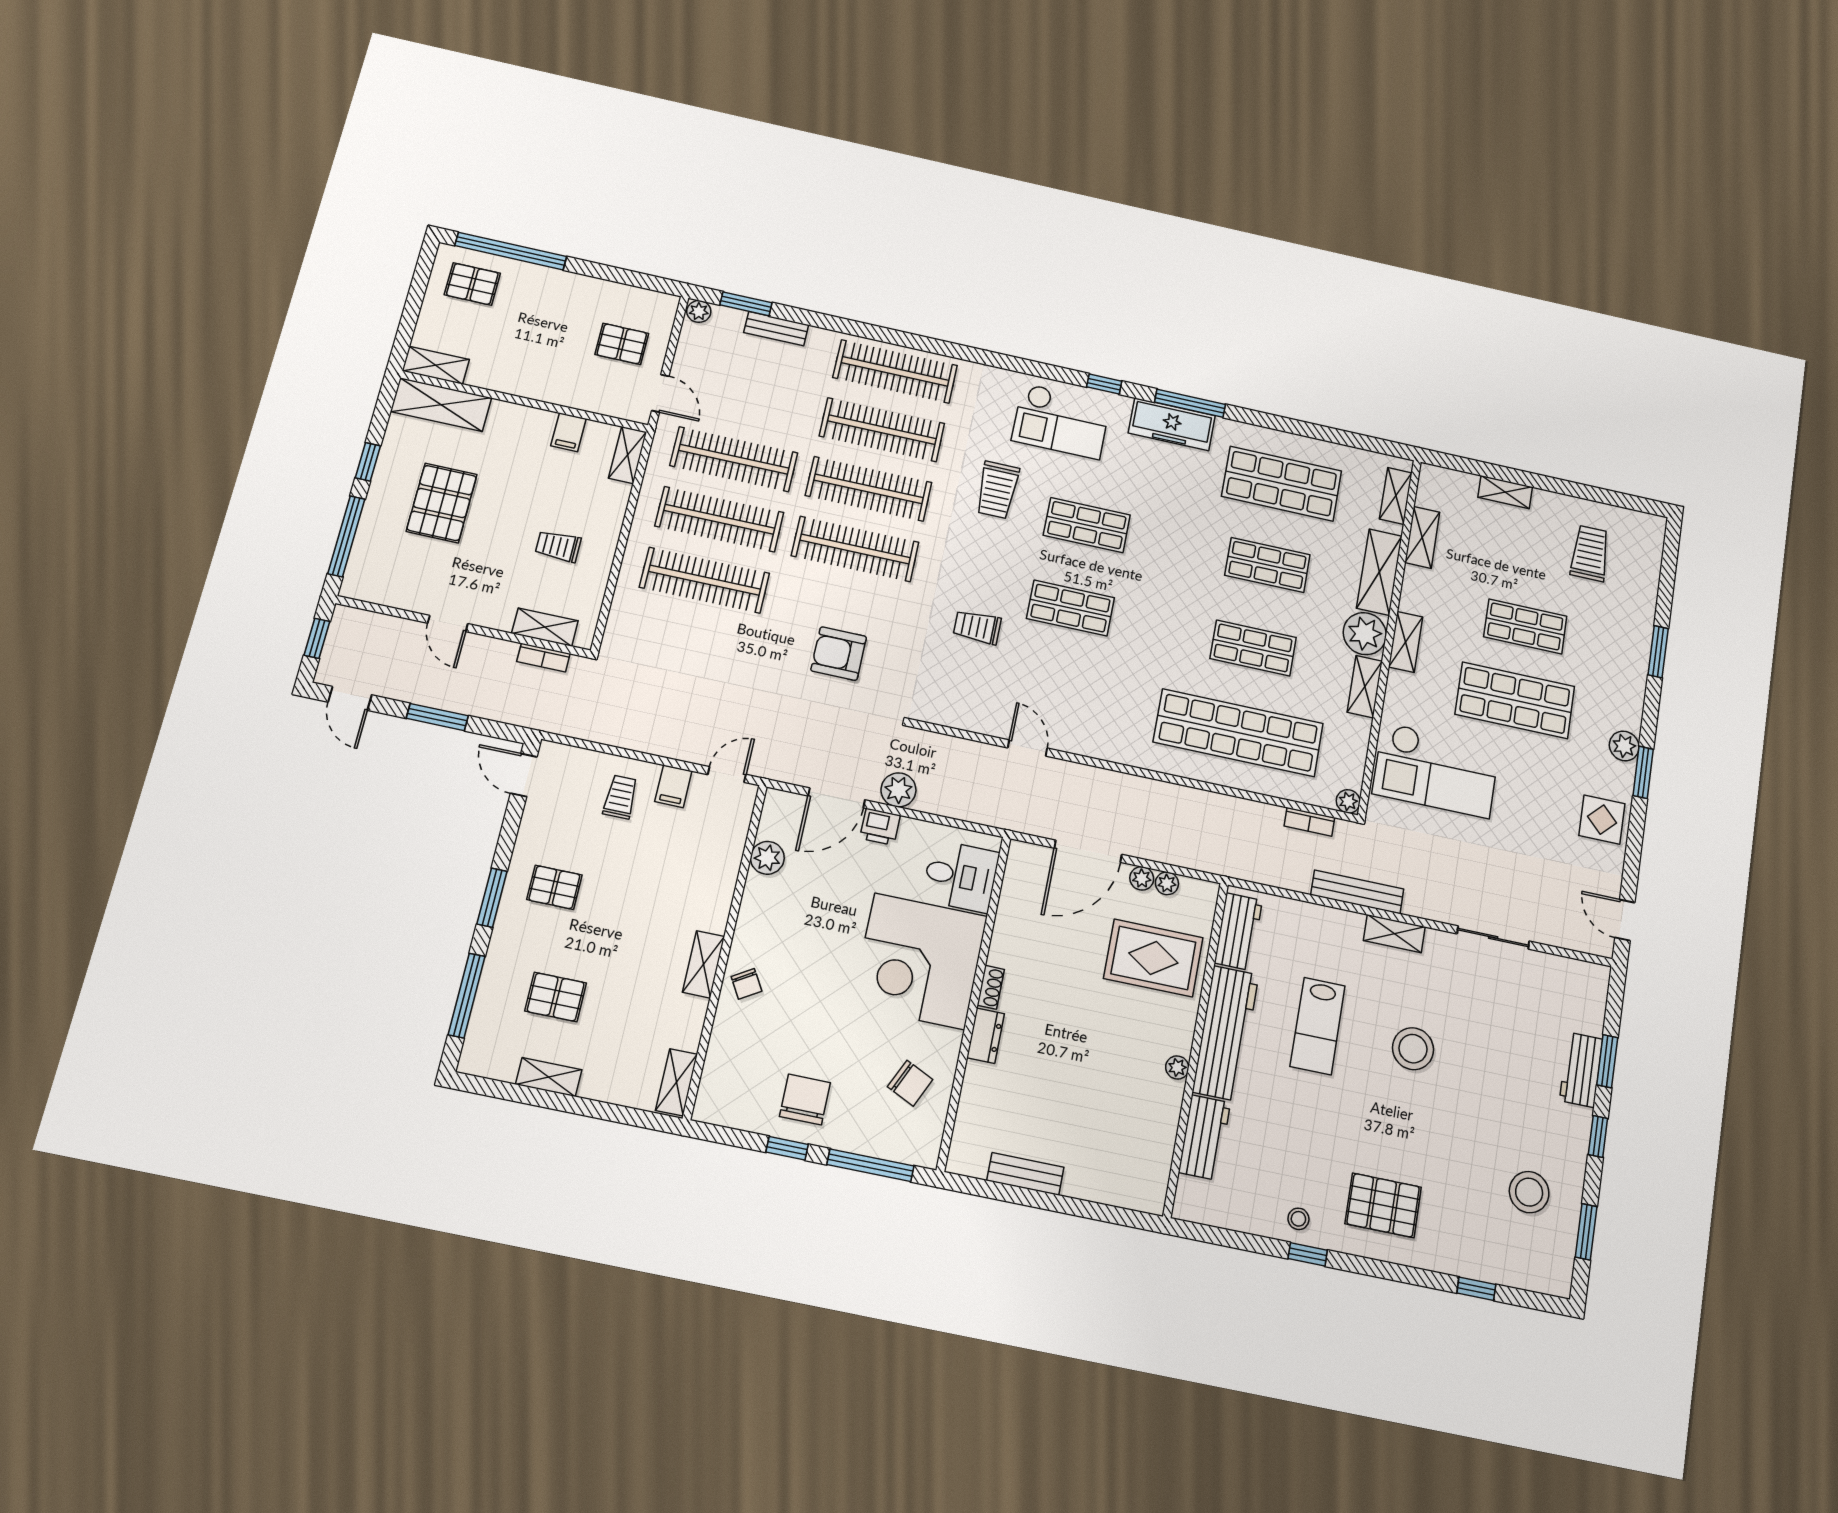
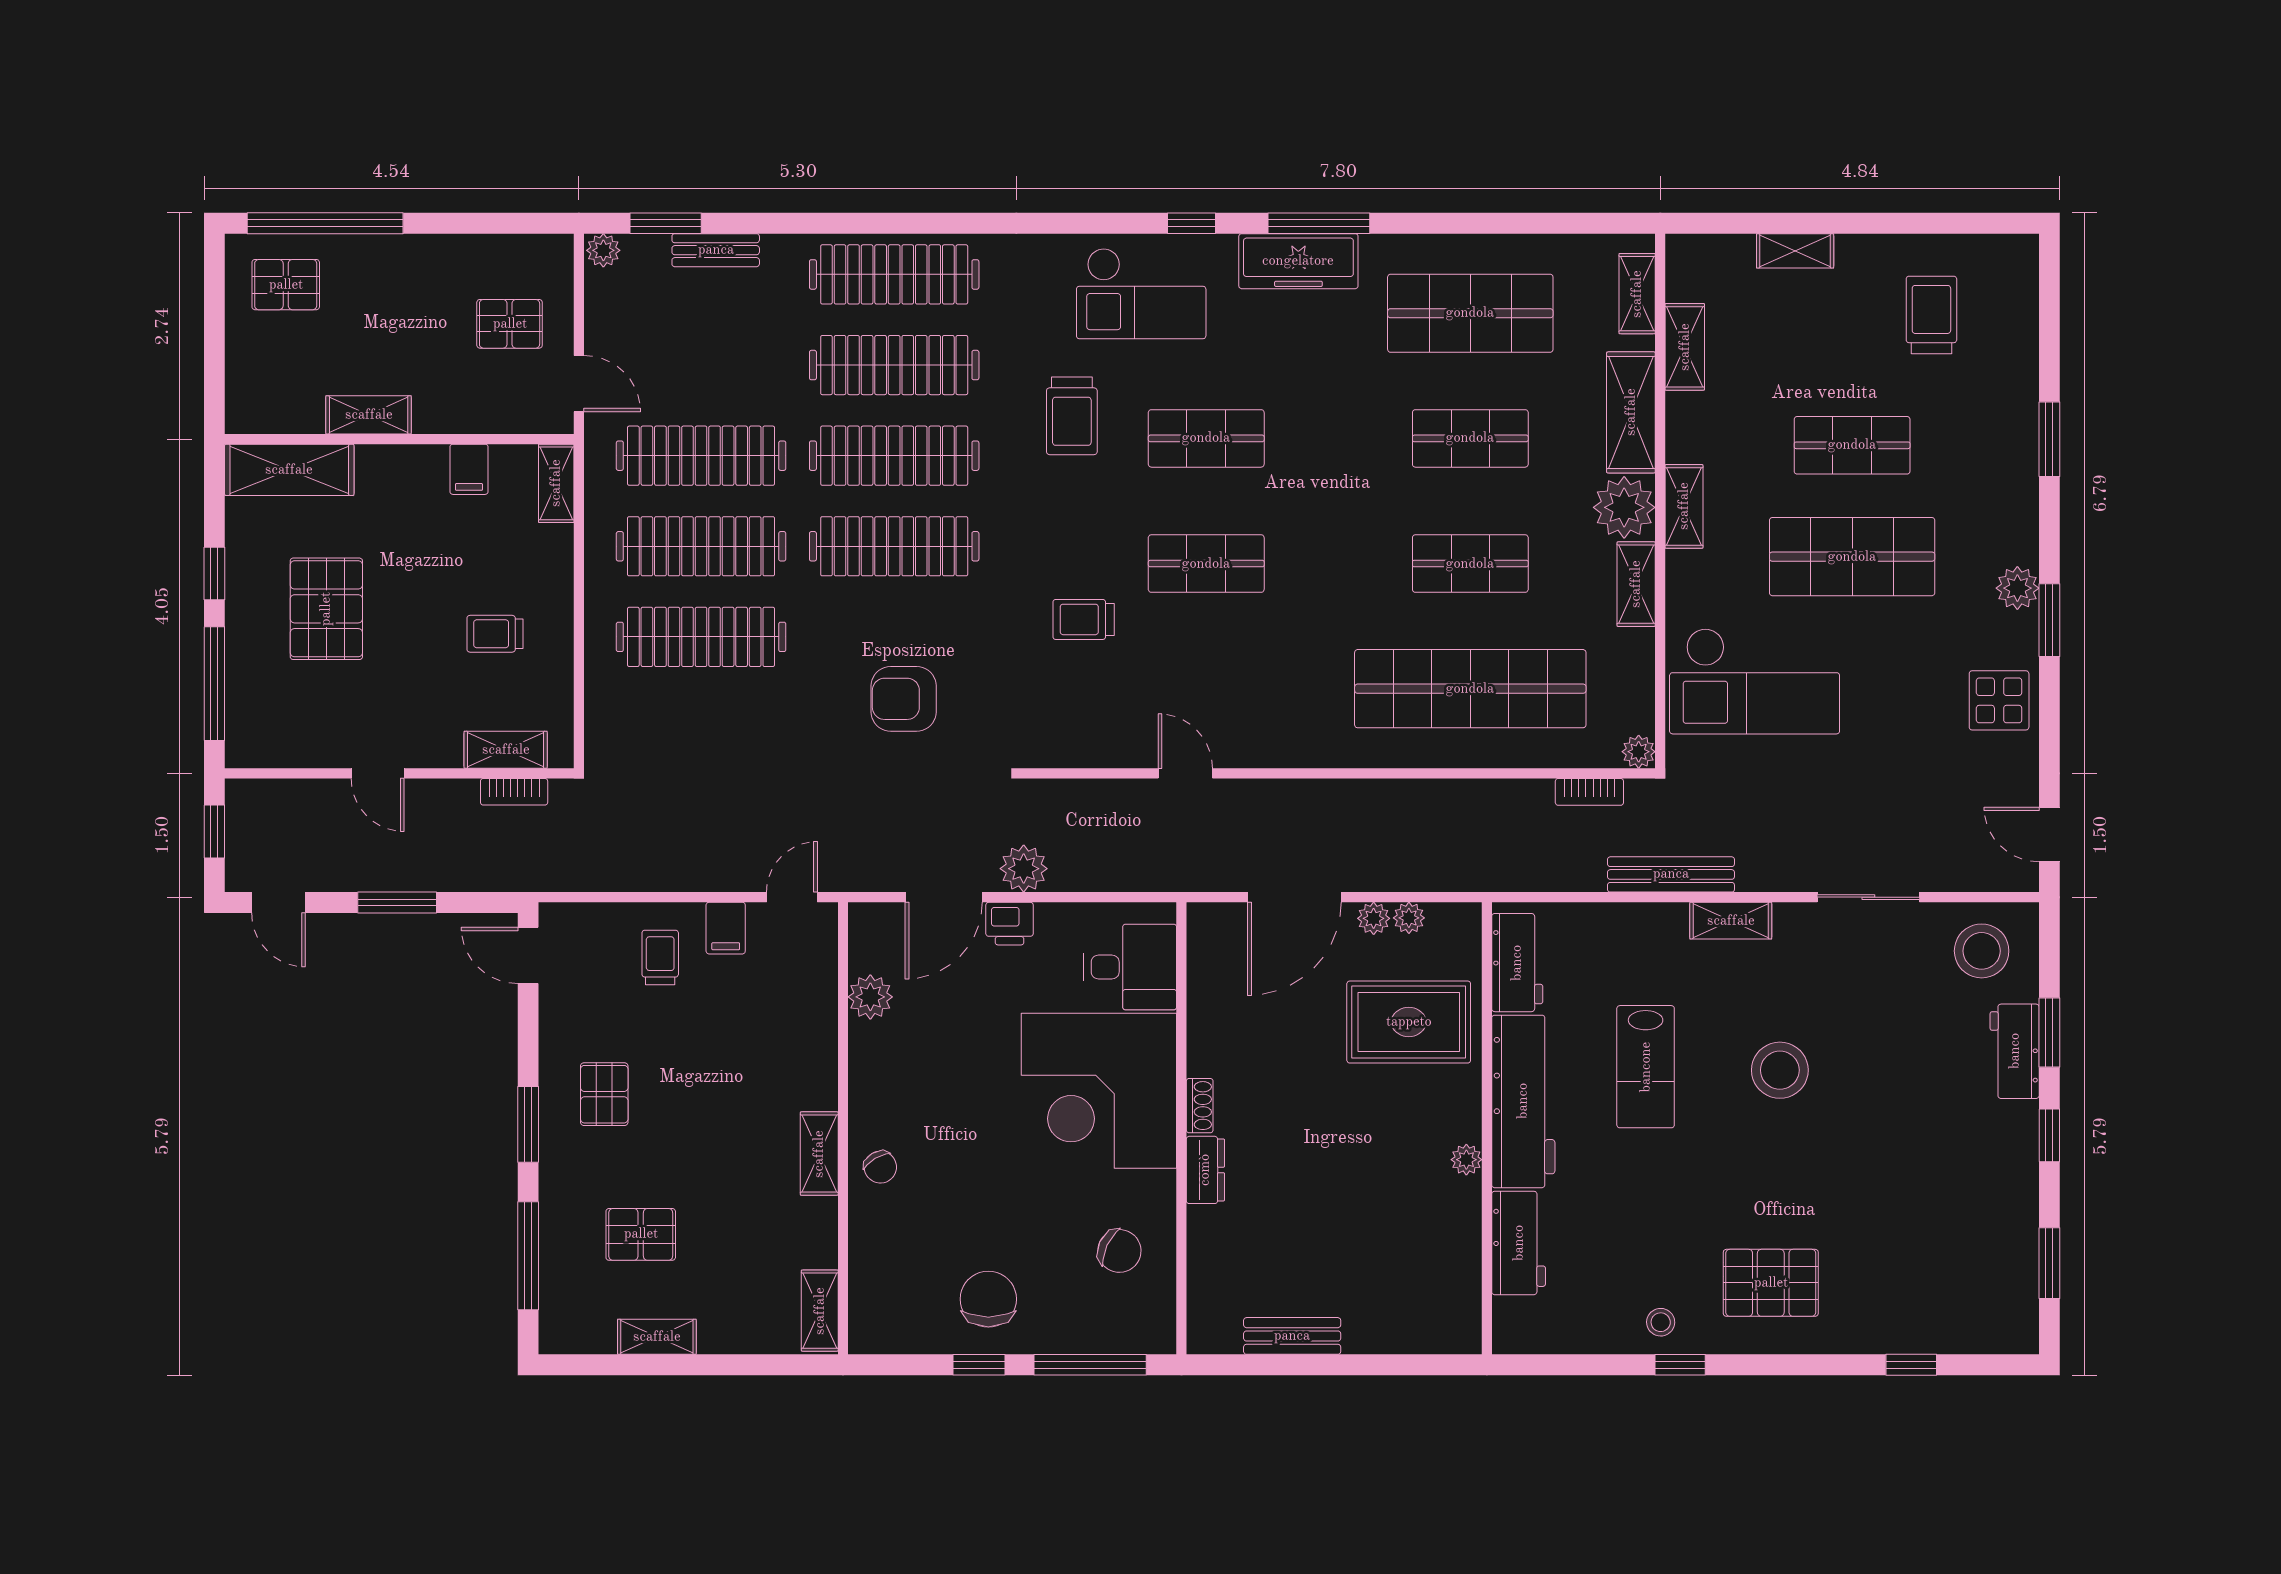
shelving: (436, 365) -> (369, 415), moved
pallet: (554, 887) -> (604, 1094), turned 90
stool: (1529, 1192) -> (1982, 951), moved

